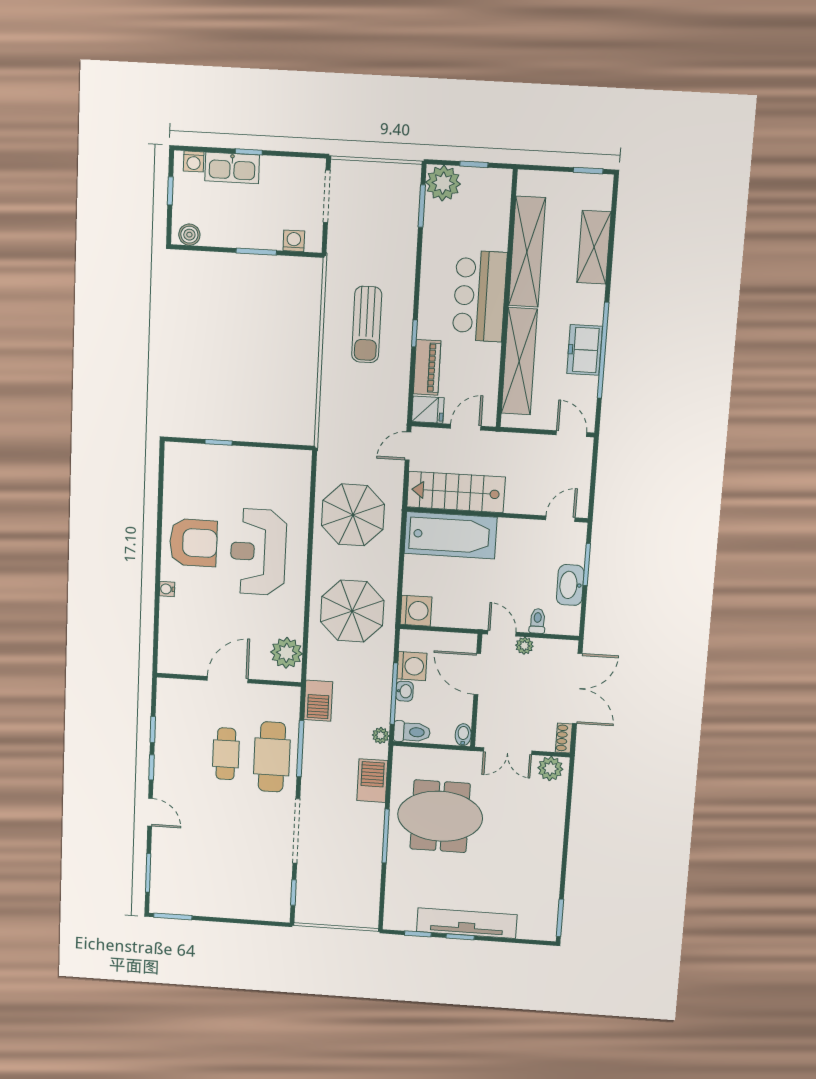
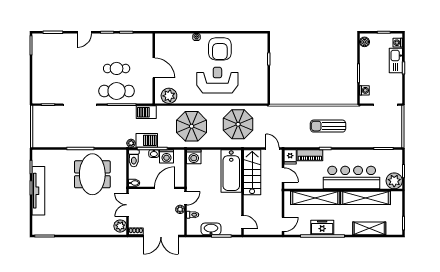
plant: (443, 183) -> (394, 181), moved
bar counter: (480, 296) -> (352, 177), width x1.36
barbecue: (372, 781) -> (147, 140), moved

